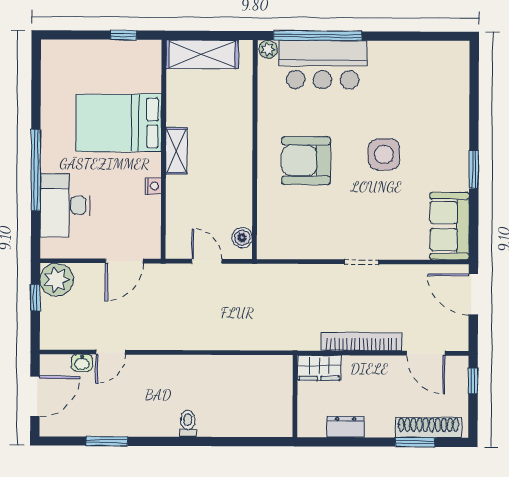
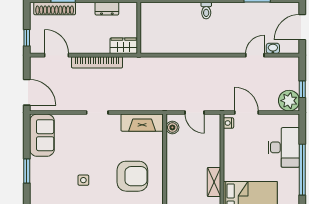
side table: (384, 154) -> (83, 180), width x0.54, depth x0.54
nightstand: (153, 186) -> (228, 123), moved
fireplace: (290, 246) -> (142, 123), added
door: (124, 261) -> (246, 113), hinge flipped

